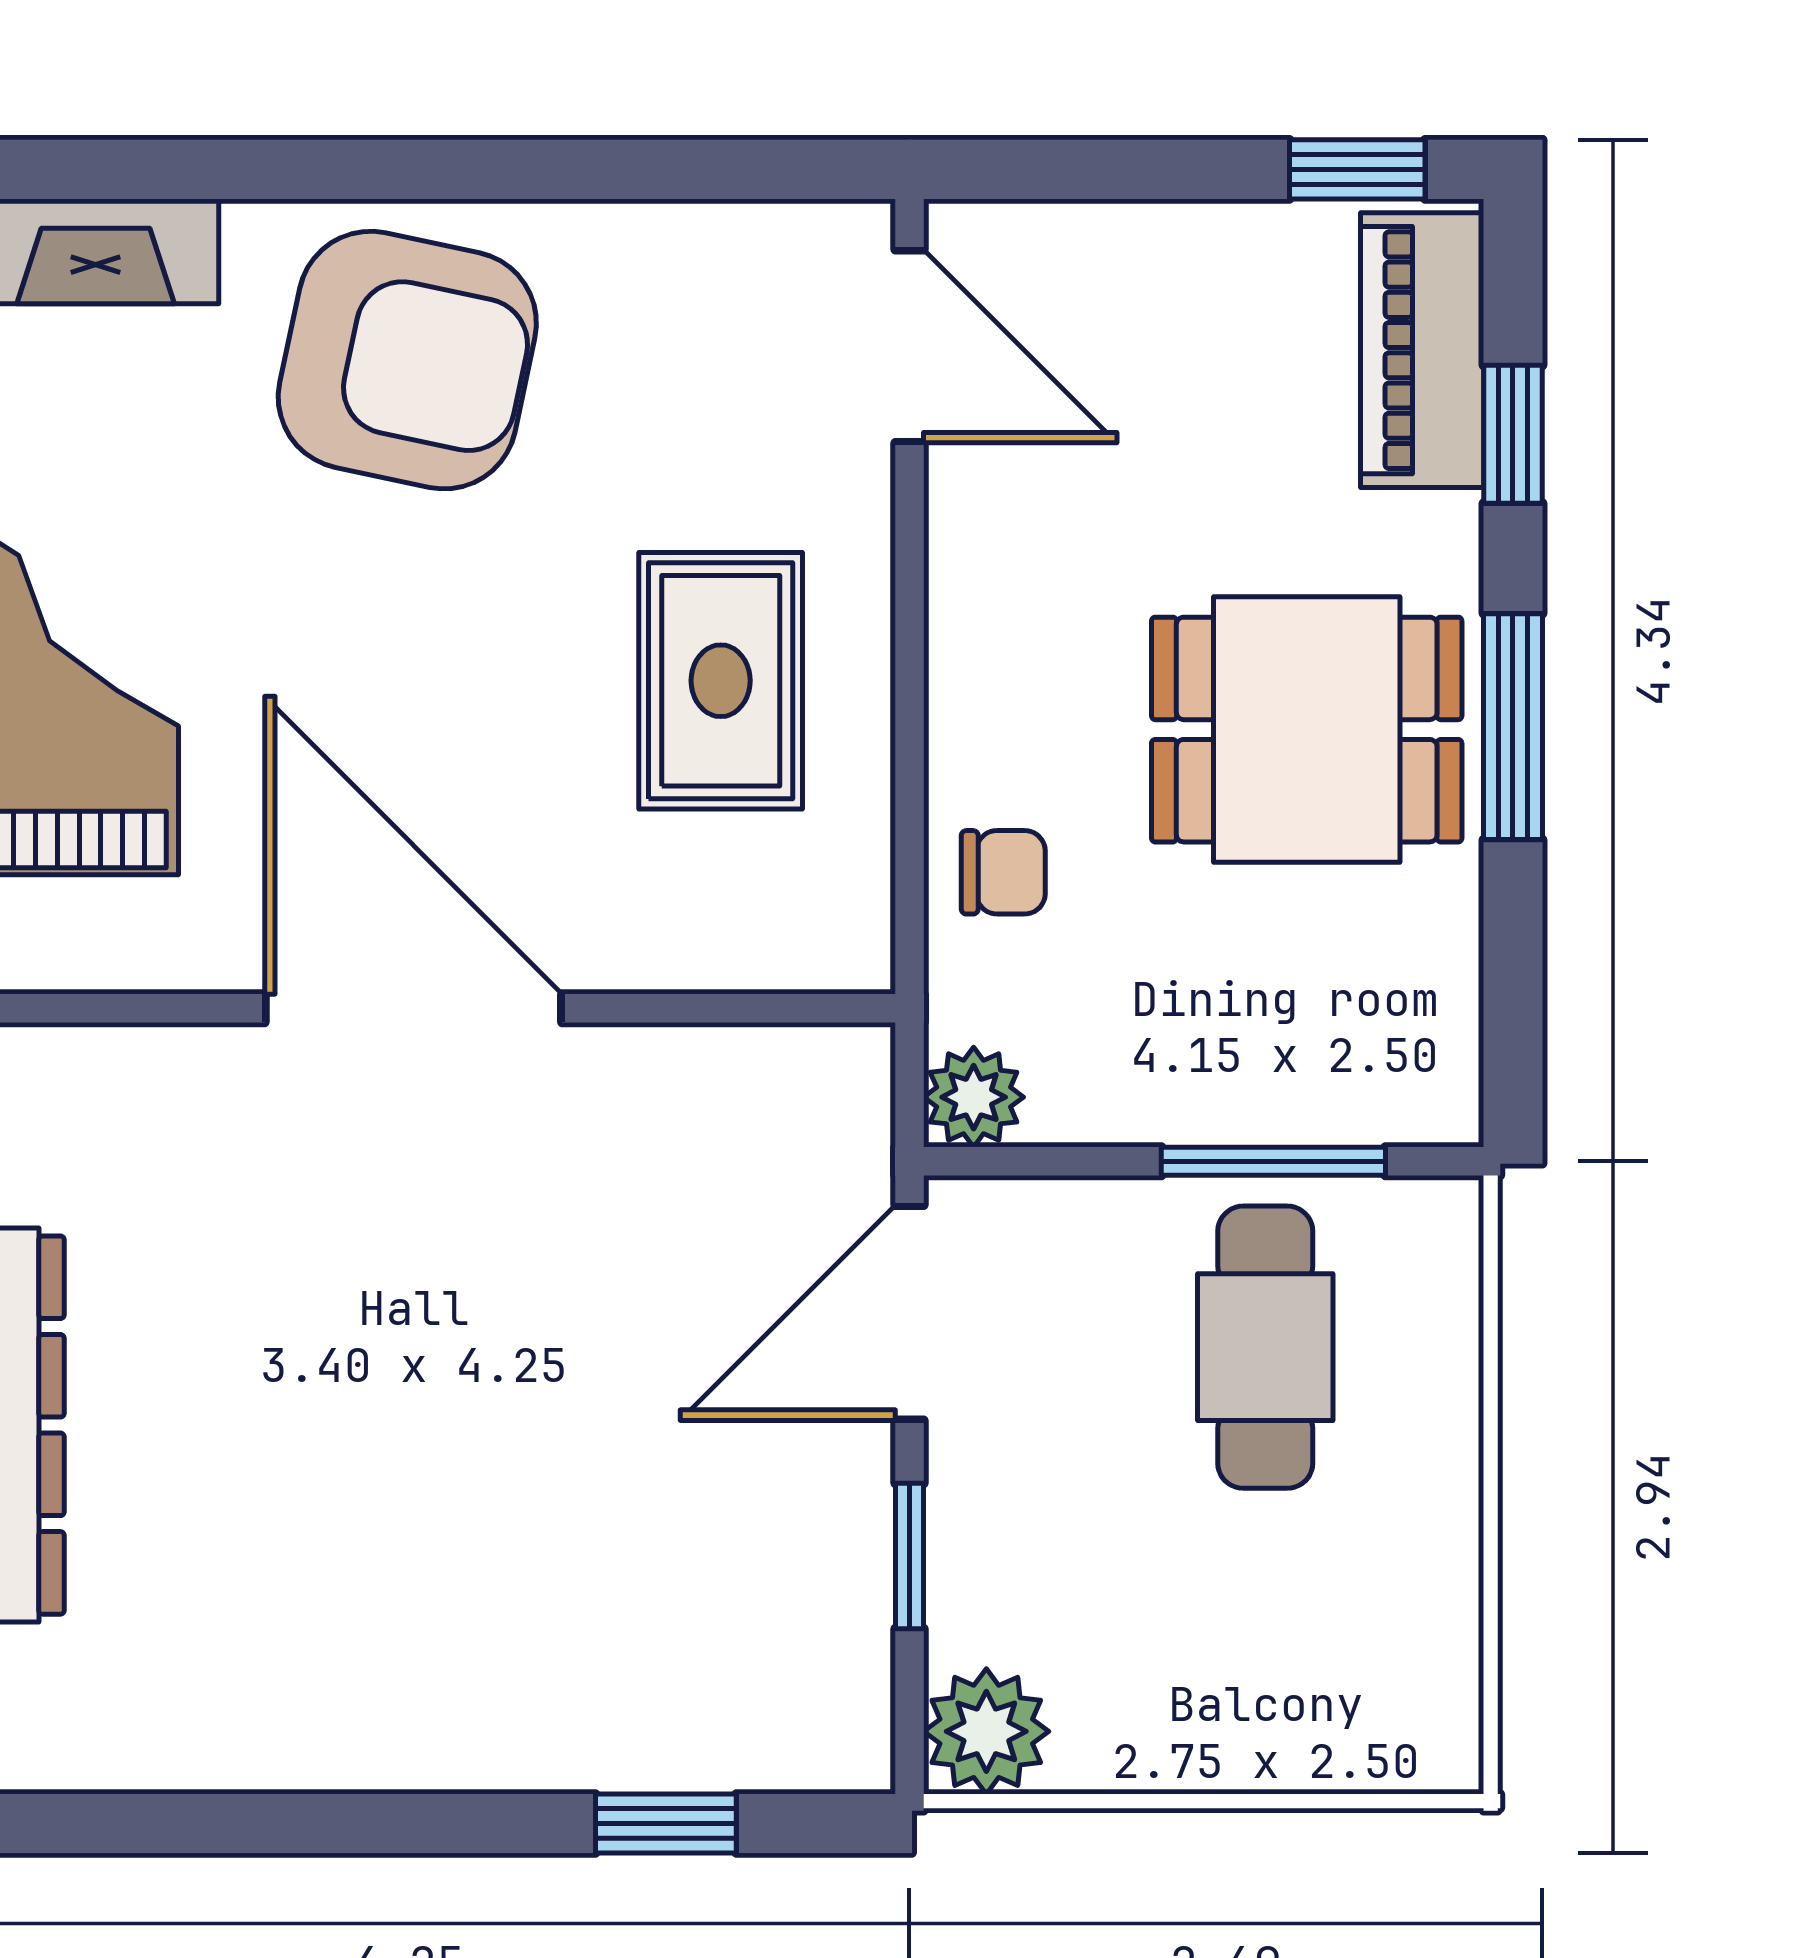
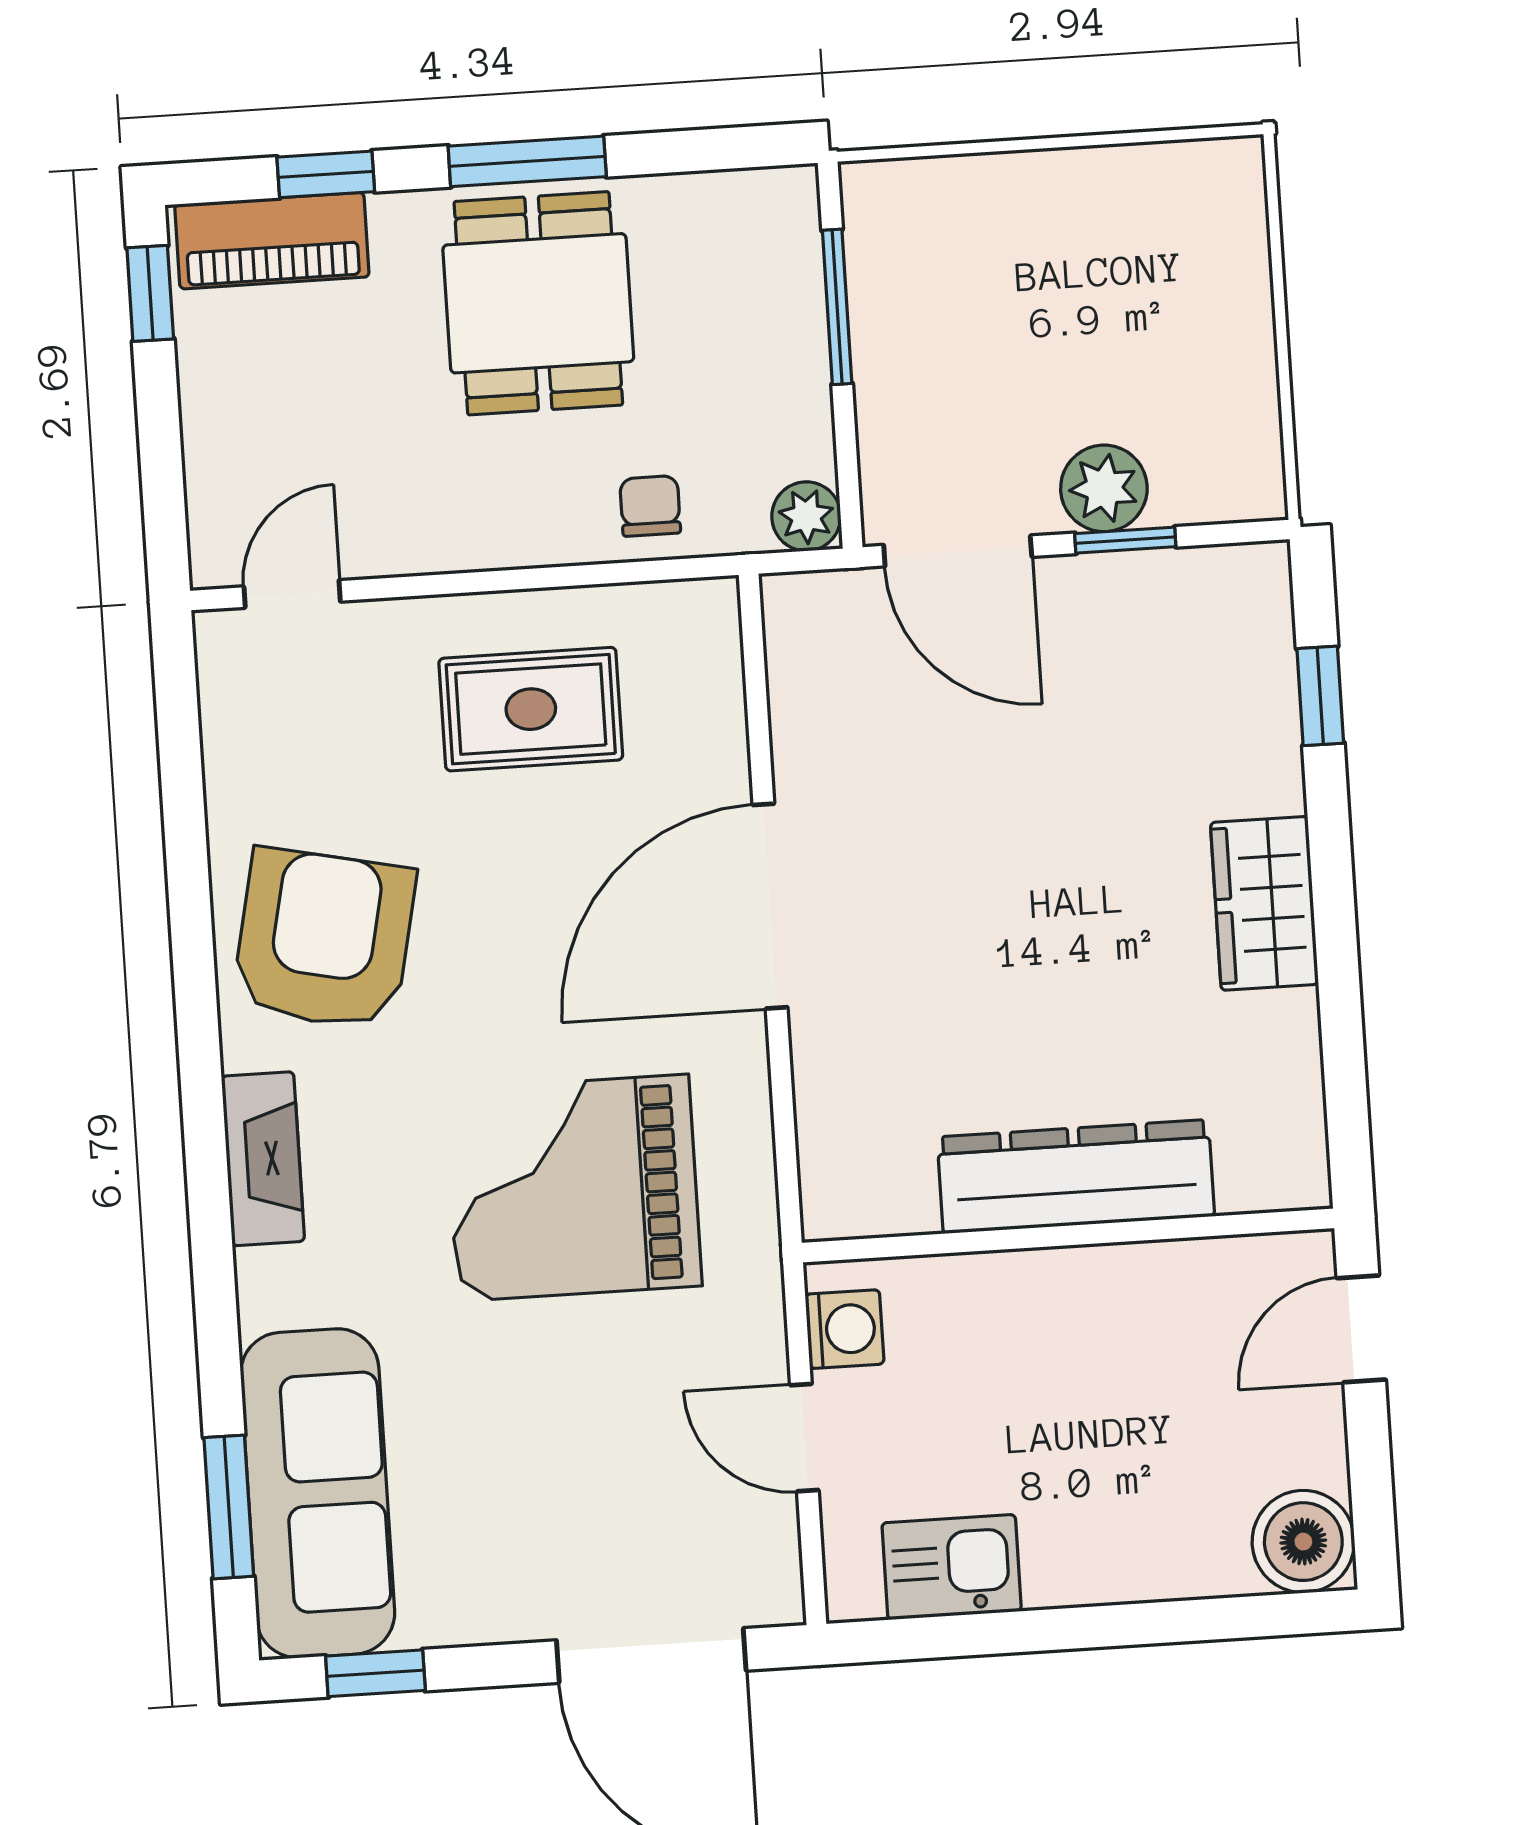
door: (909, 346) -> (292, 594), width x0.73
cafe table: (1265, 1347) -> (966, 304), removed
wardrobe: (371, 1723) -> (1264, 903), added
plant: (986, 1731) -> (1104, 488), moved

